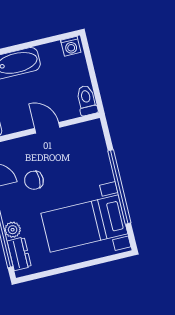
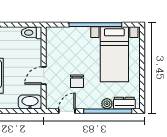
door: (47, 128) -> (44, 76), moved

